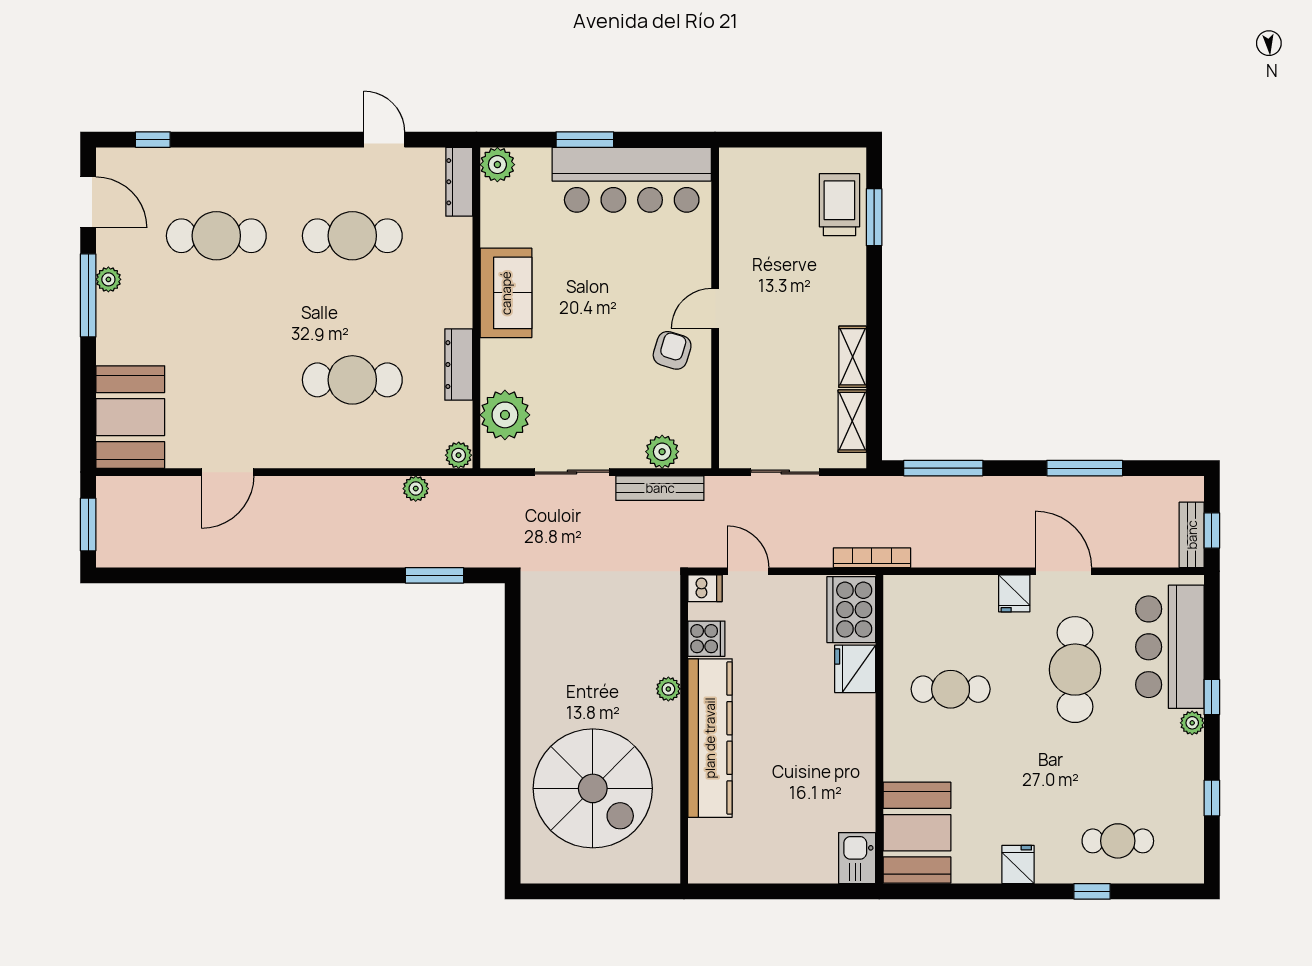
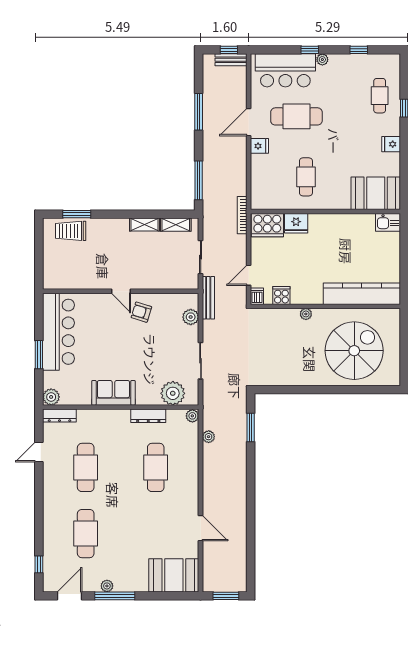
bench: (660, 488) -> (208, 298), moved
kitchen counter: (710, 738) -> (362, 294), moved

